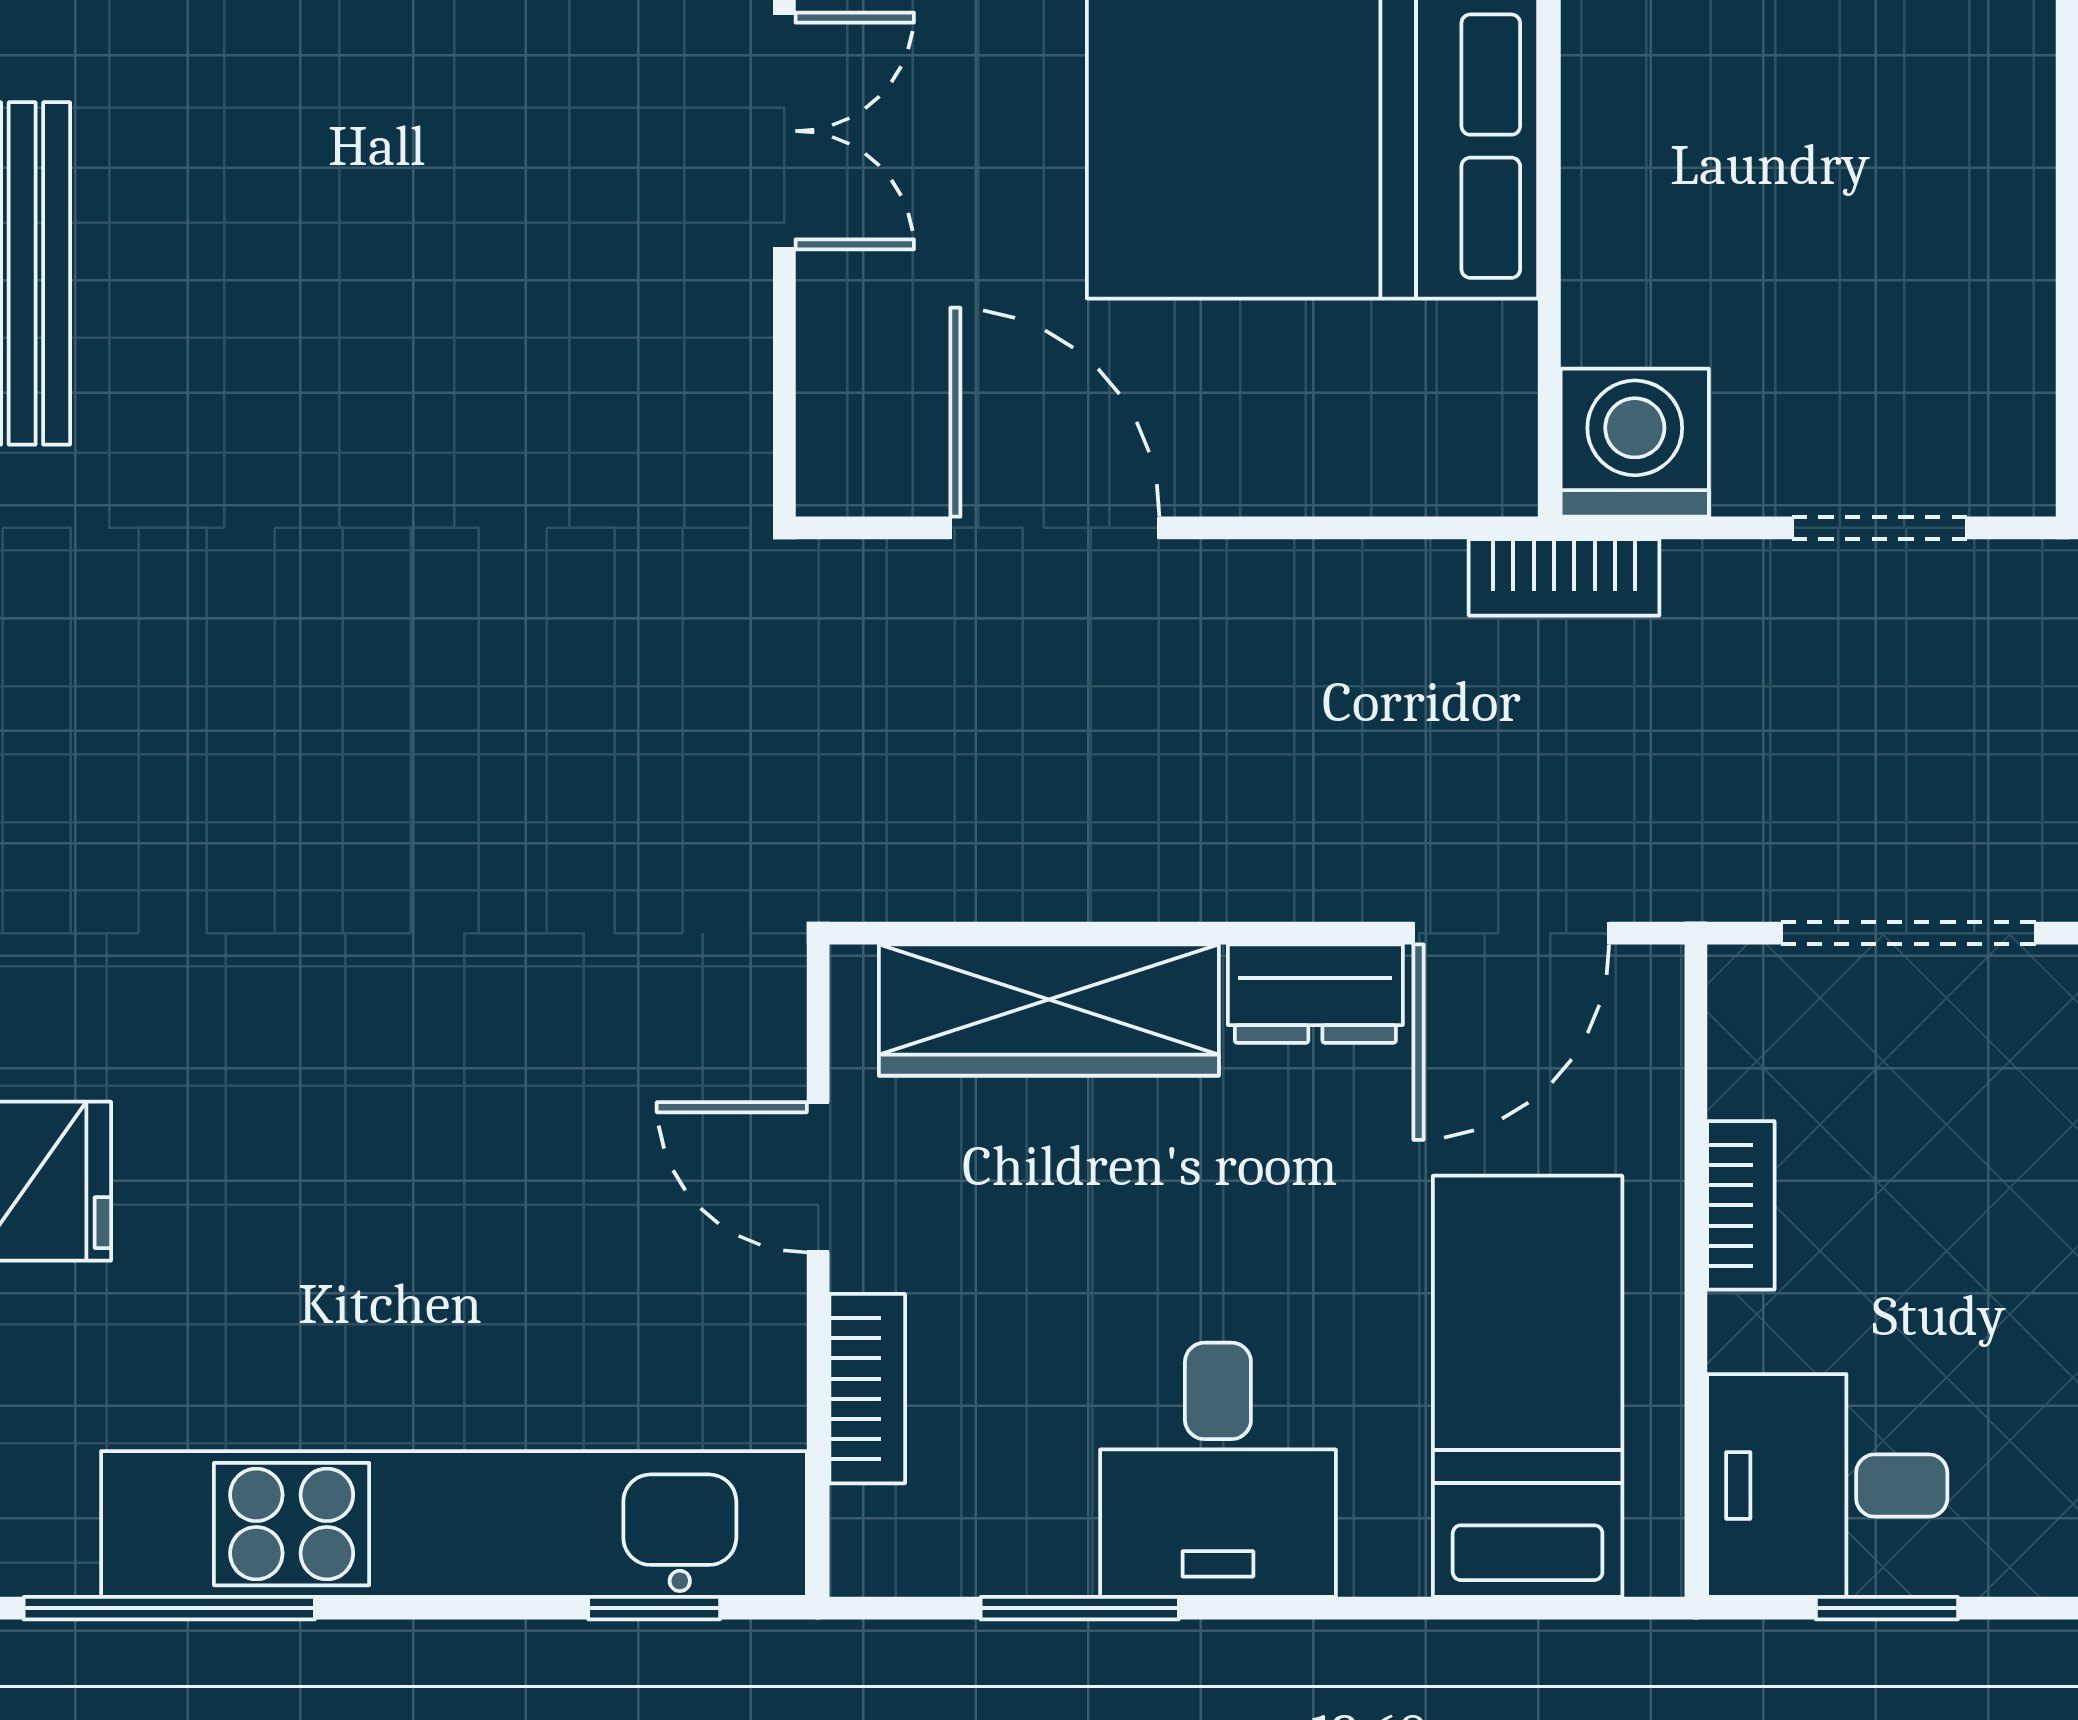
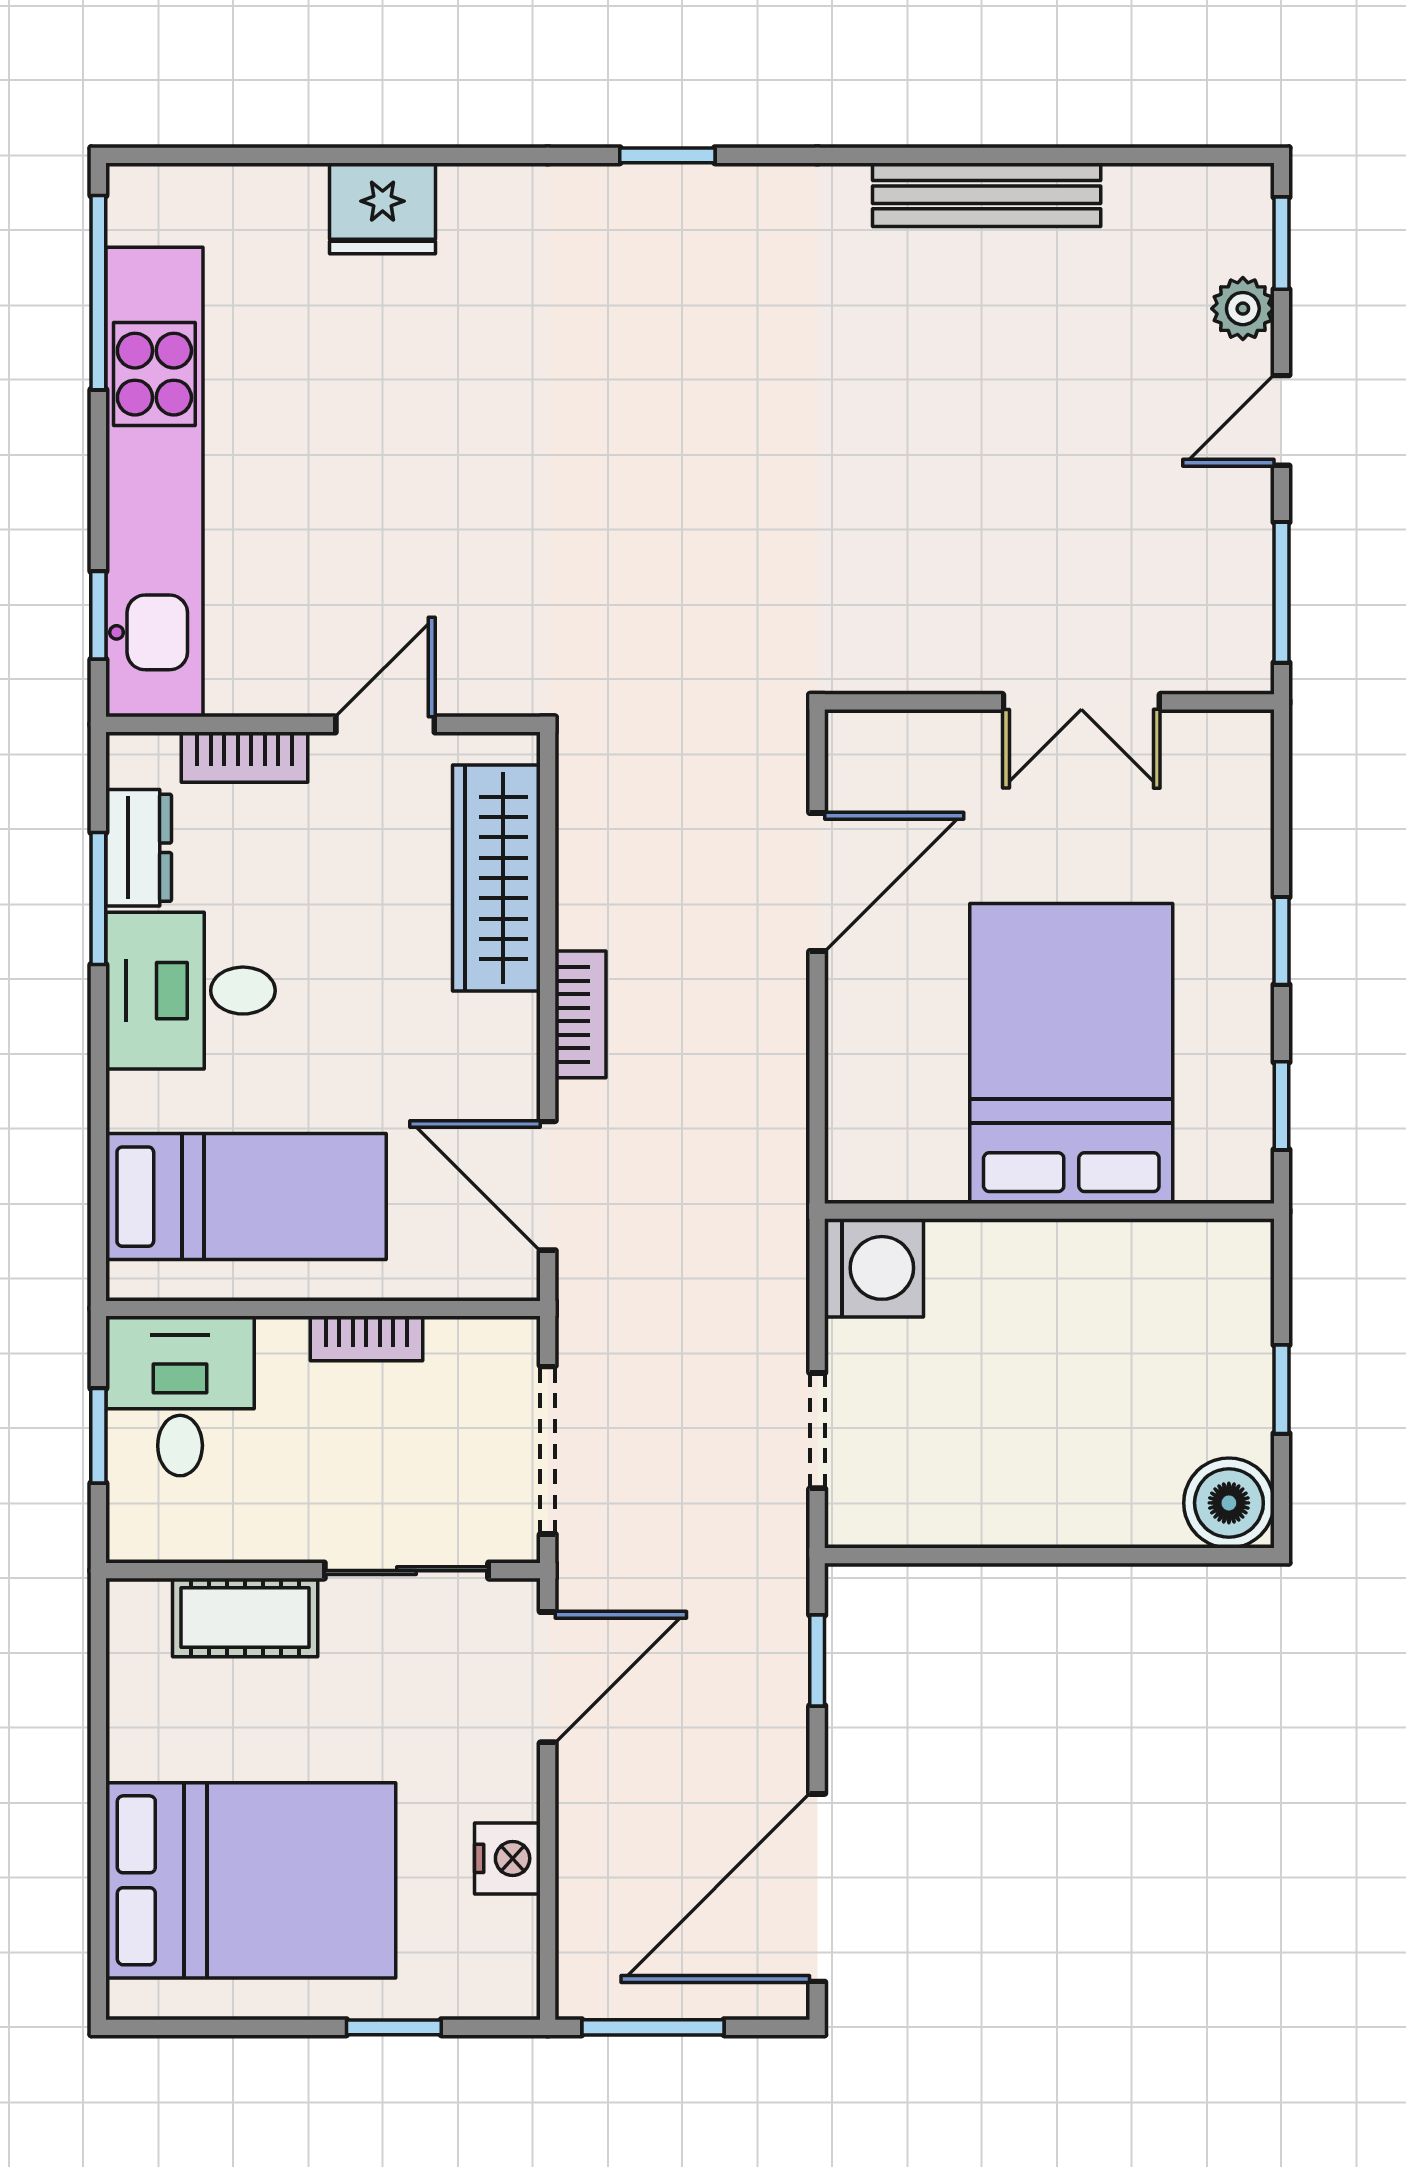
bookcase: (1564, 577) -> (581, 1014), moved, turned 180
dresser: (1315, 994) -> (139, 848), moved, turned 180

